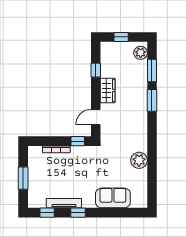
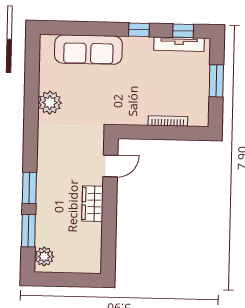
window: (121, 37) -> (71, 280), removed
window: (96, 70) -> (109, 233), removed
window: (78, 141) -> (137, 132), removed
sofa: (113, 198) -> (88, 50), width x1.36
tv unit: (64, 203) -> (179, 44), moved

